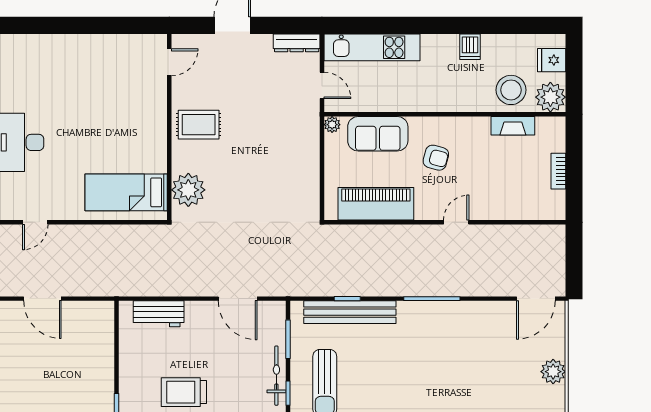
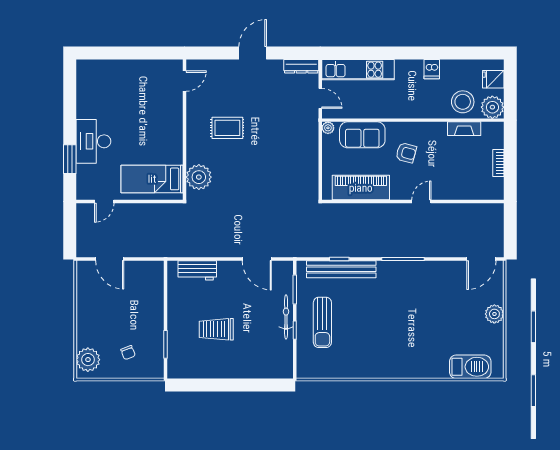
door: (169, 62) -> (185, 81), moved
wall: (169, 127) -> (185, 130), moved
plant: (188, 190) -> (199, 177), moved
bed: (126, 192) -> (152, 179), moved

